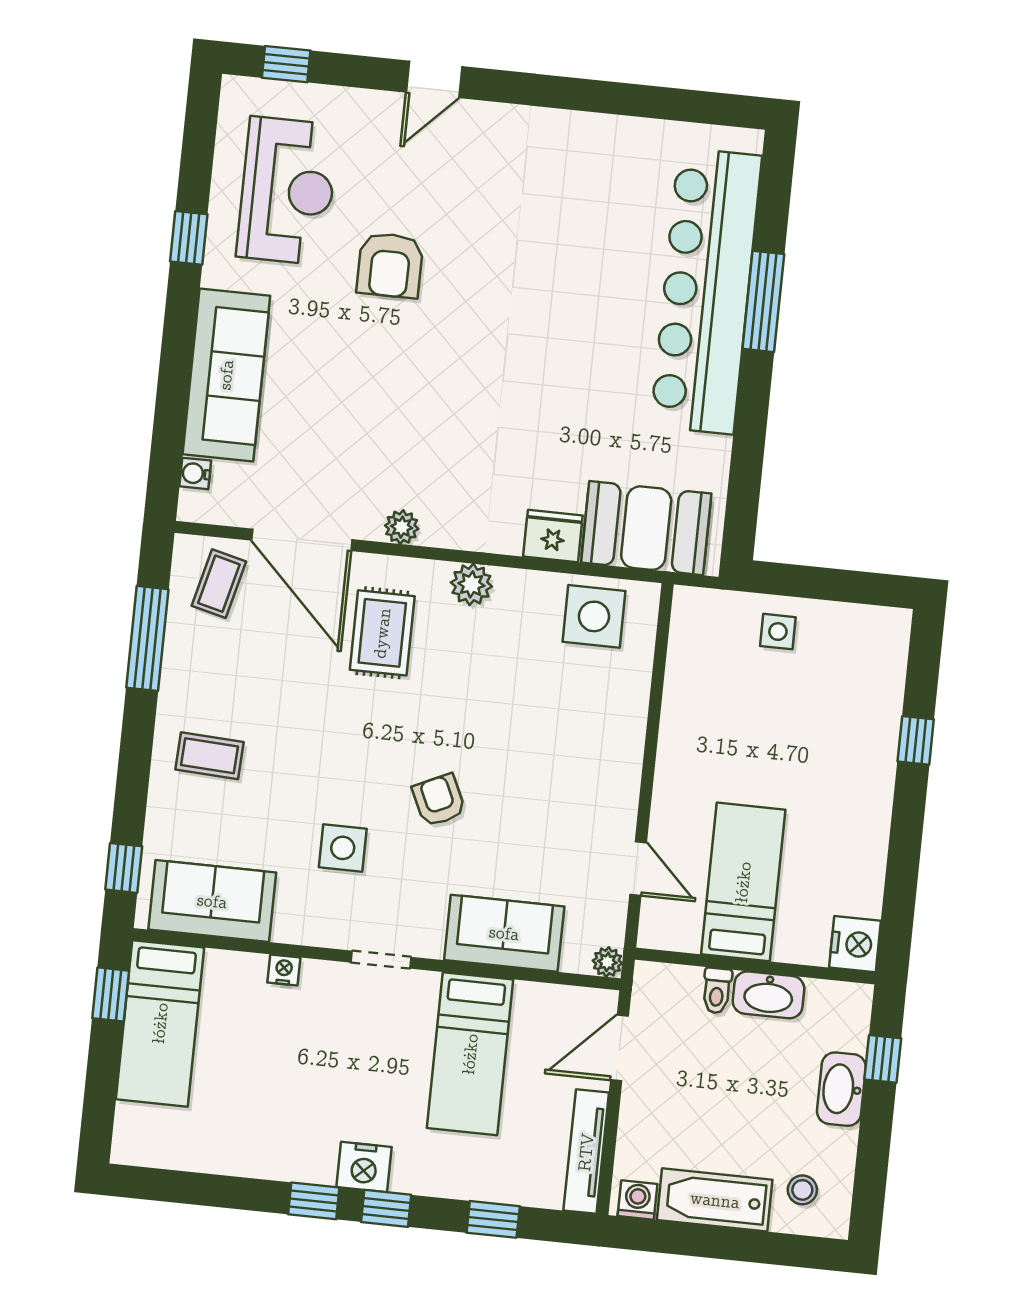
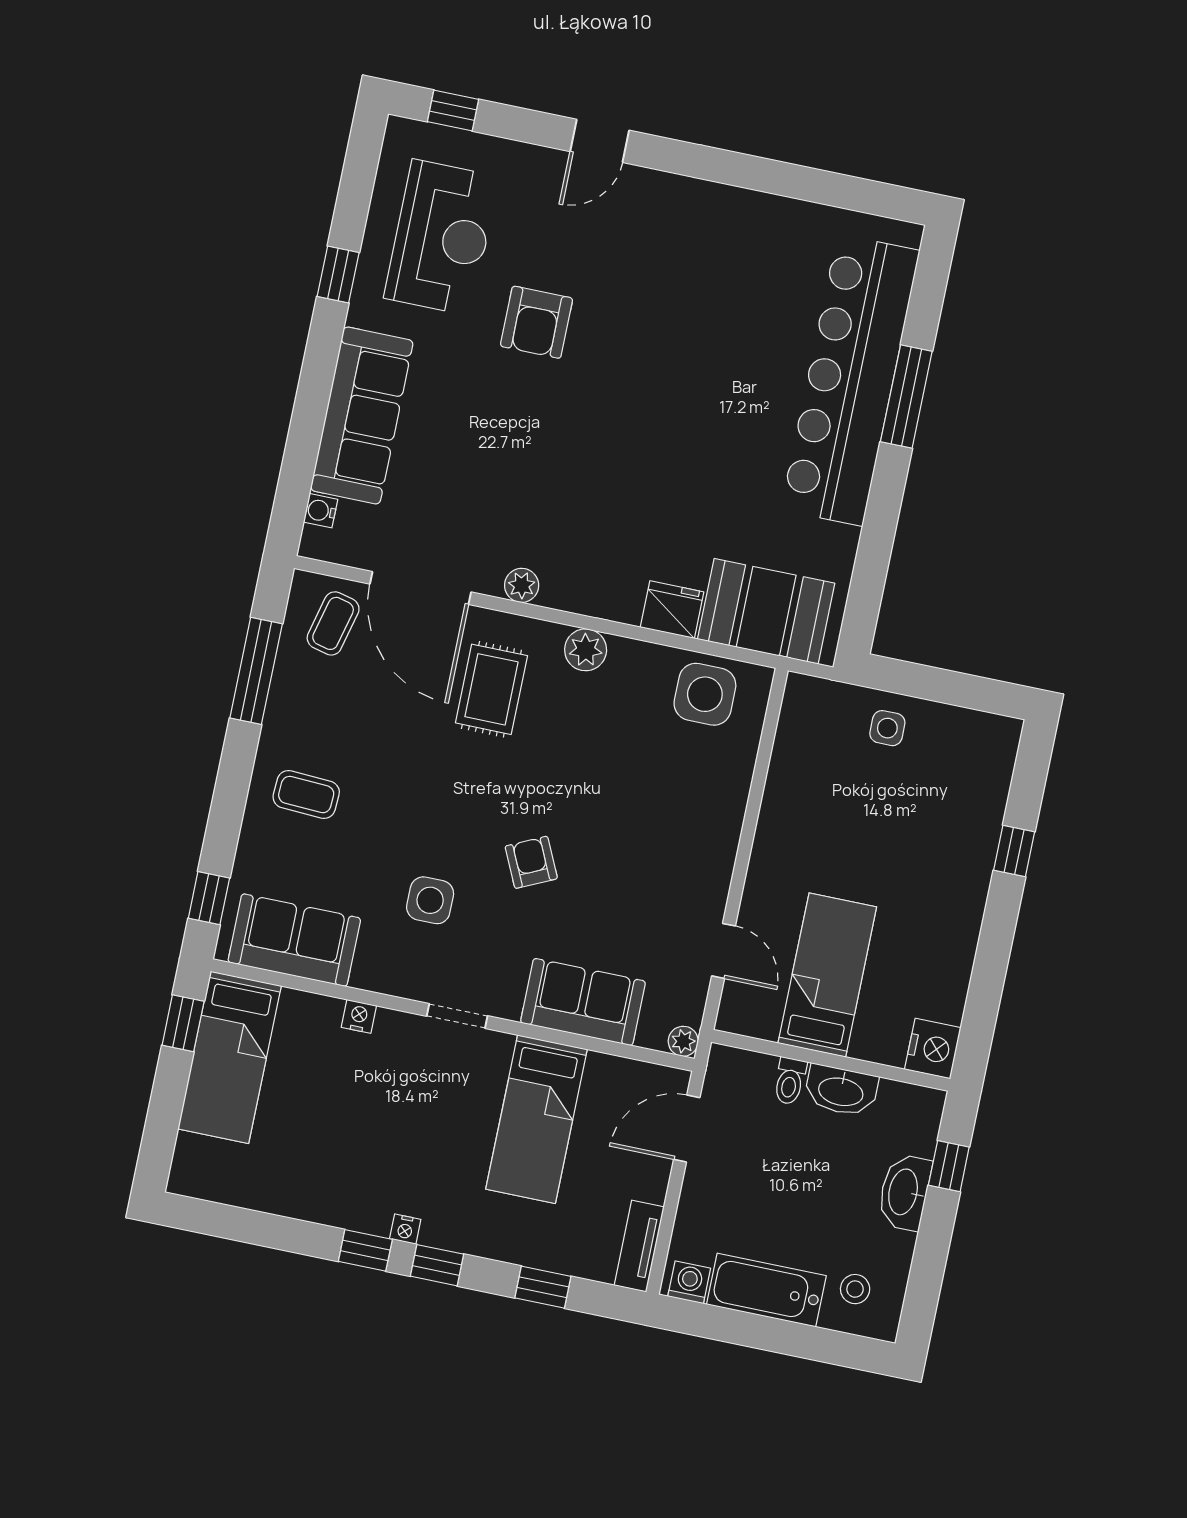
tv unit: (586, 1152) -> (639, 1246), width x0.71
nightstand: (364, 1167) -> (405, 1229), width x0.53, depth x0.56

